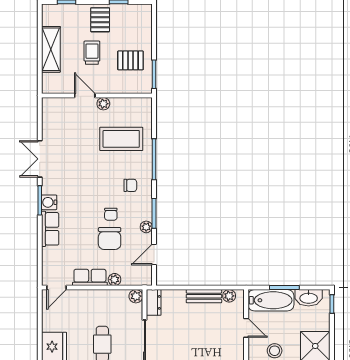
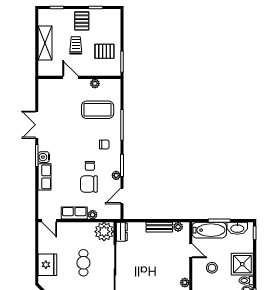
plant: (103, 104) -> (95, 84), moved
chair: (110, 238) -> (89, 184), turned 90
door: (57, 288) -> (49, 221), hinge flipped
plant: (136, 296) -> (104, 232), width x1.87, depth x1.87

